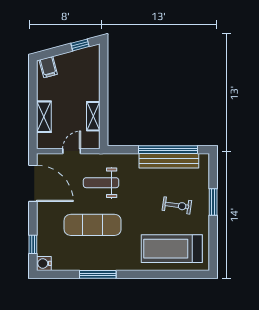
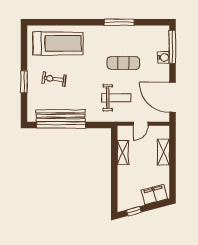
filing cabinet: (48, 67) -> (154, 194), width x2.00
exercise mat: (93, 225) -> (123, 63), width x0.73, depth x0.69
window: (33, 244) -> (172, 47), width x2.17
water cooler: (44, 263) -> (163, 57), moved

